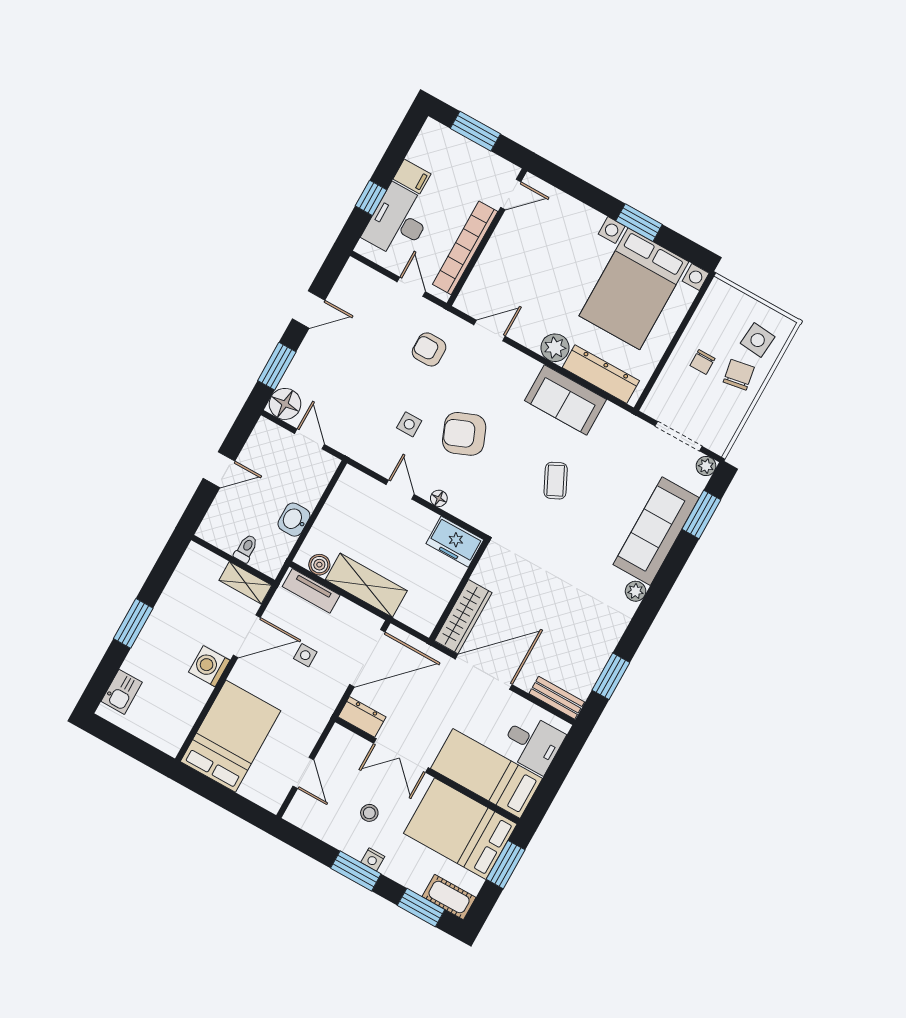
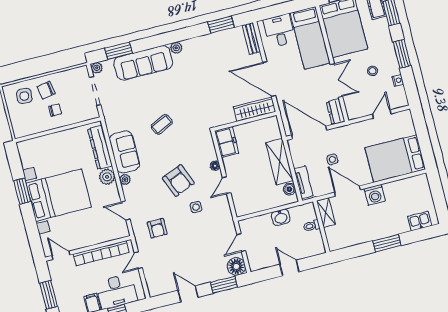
bed with nightstands: (634, 289) -> (59, 195), moved
plant: (530, 367) -> (125, 180), added
nightstand: (373, 859) -> (398, 80), moved

